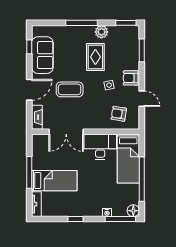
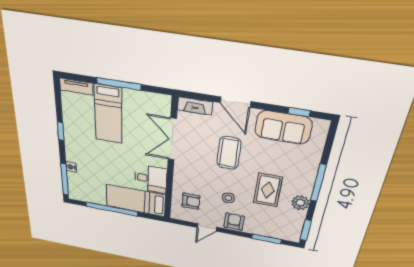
rug: (95, 57) -> (268, 190), turned 90
armchair: (119, 114) -> (191, 201), turned 81
desk: (100, 147) -> (151, 179), width x0.73
floor lamp: (133, 211) -> (75, 194), removed

